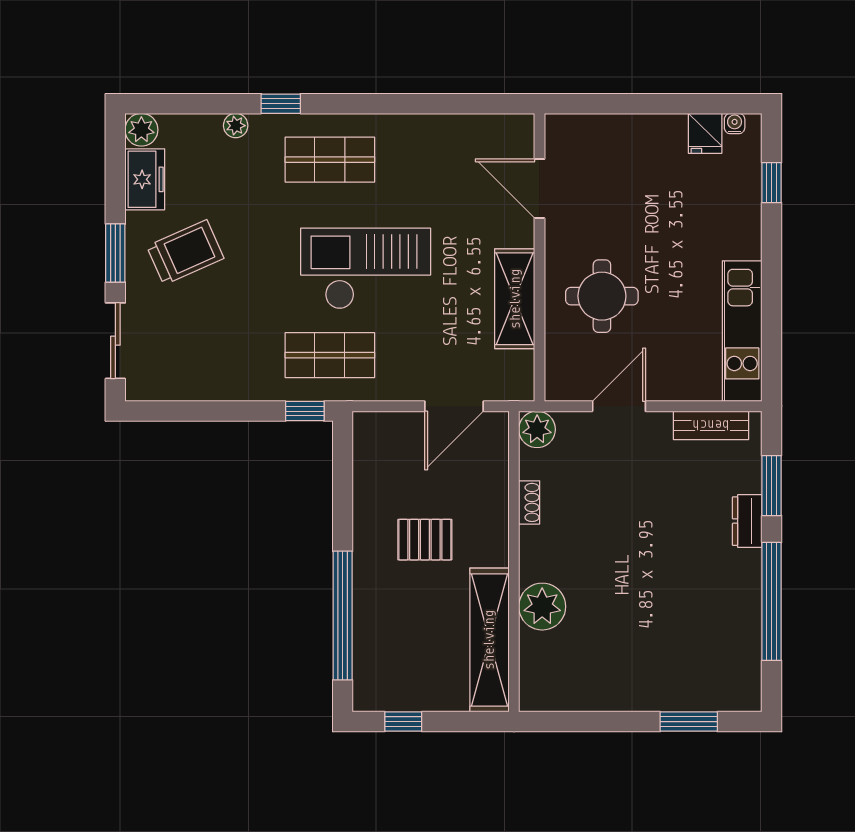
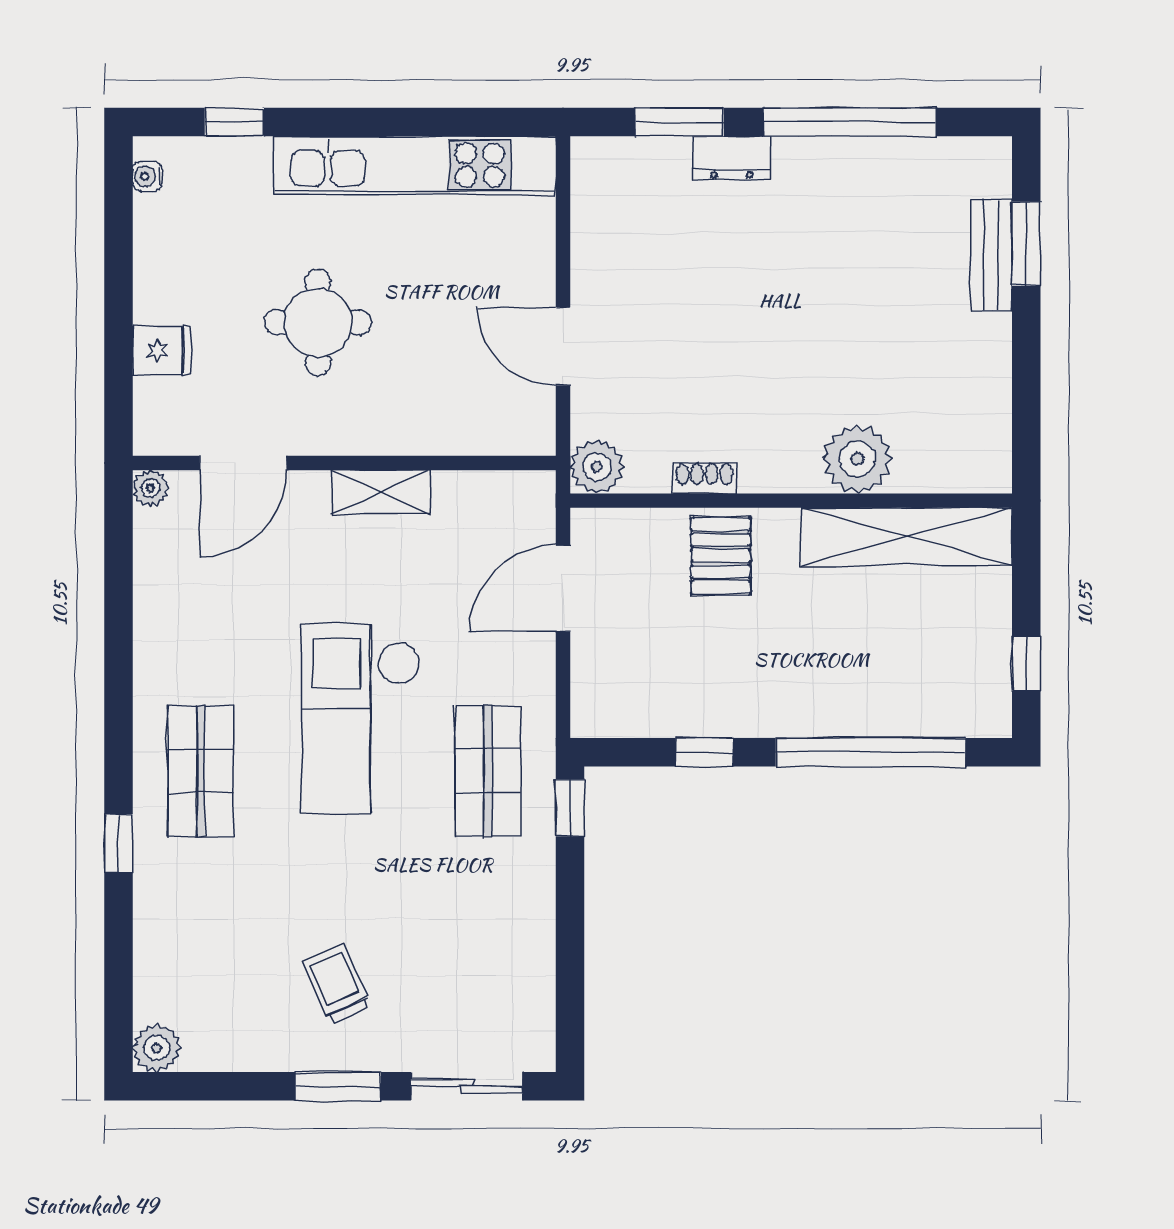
plant: (236, 126) -> (151, 488), moved
fridge: (705, 133) -> (162, 350), moved
freezer: (145, 179) -> (230, 1043), removed
trolley: (185, 252) -> (337, 983), width x0.73, depth x0.72
round table: (602, 296) -> (318, 322), moved
shelving: (515, 299) -> (381, 492), width x0.67, depth x0.75
kitchen unit: (742, 331) -> (415, 165), width x1.36
door: (454, 406) -> (563, 589), swing flipped
bench: (711, 425) -> (991, 255), moved
window: (343, 503) -> (704, 752), added
pallet: (425, 540) -> (721, 556), moved

